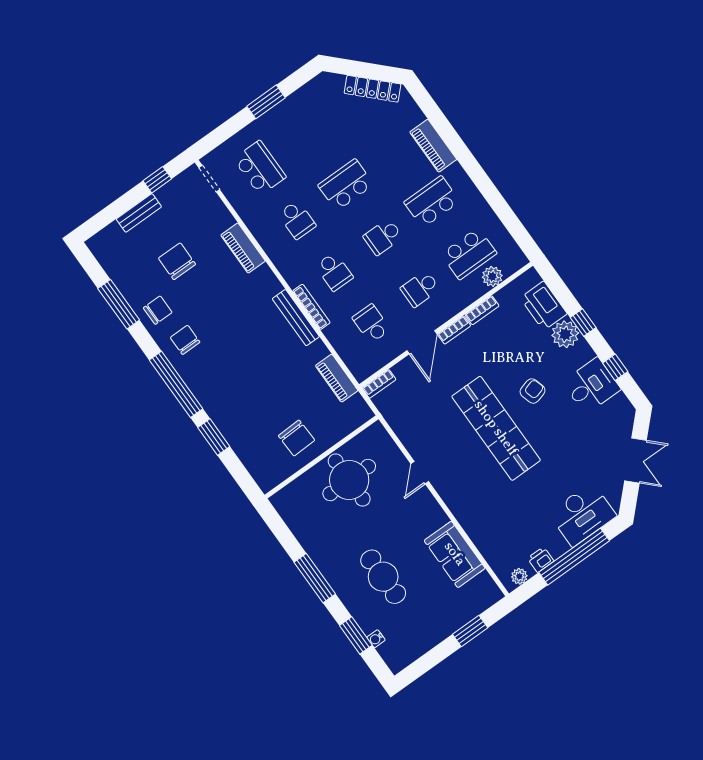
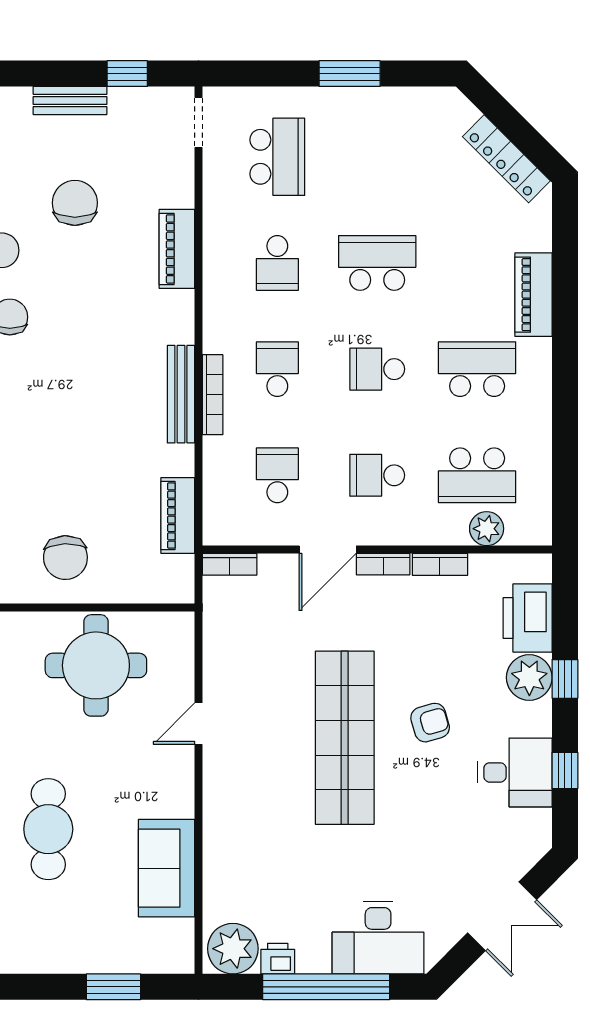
school desk: (334, 272) -> (277, 369), turned 180
plant: (519, 576) -> (233, 949), width x1.88, depth x1.88

